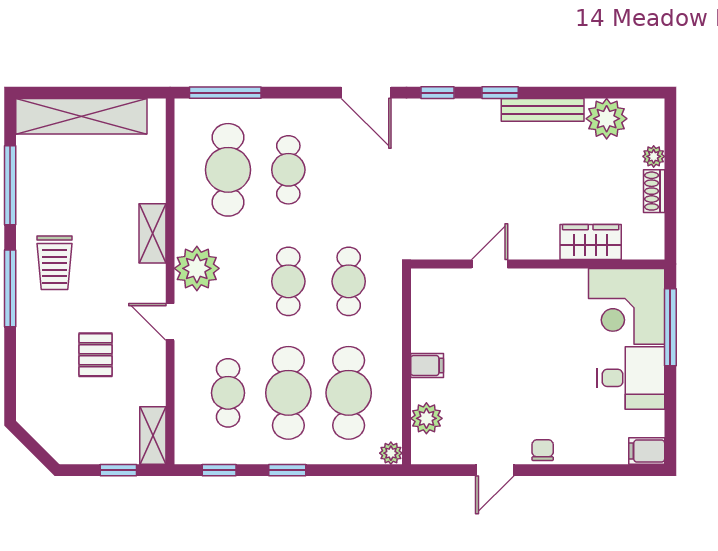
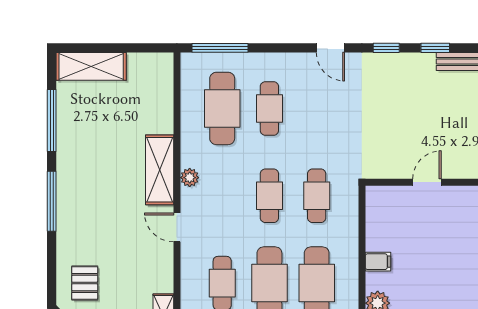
door: (366, 93) -> (330, 48), width x0.73
shelving: (81, 116) -> (91, 66), width x0.68
shelving: (152, 233) -> (160, 170), width x1.50, depth x1.33
trolley: (55, 263) -> (86, 181), removed
plant: (197, 268) -> (190, 178), width x0.53, depth x0.53
pallet: (96, 355) -> (85, 283), moved

